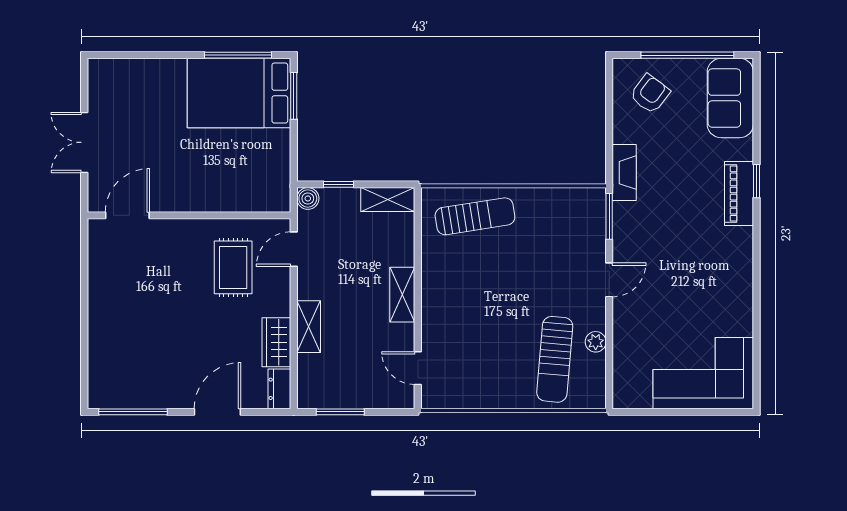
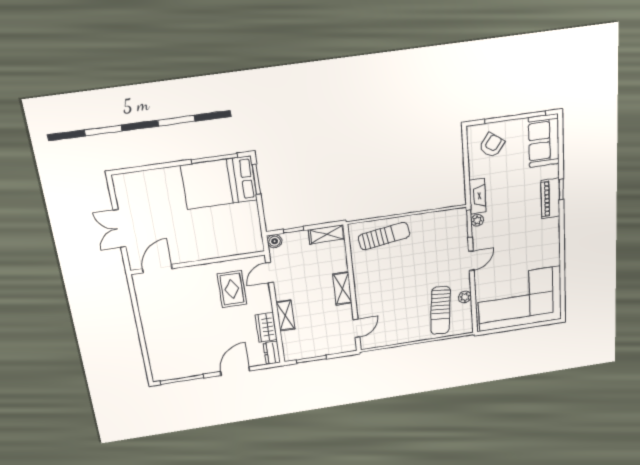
plant: (622, 213) -> (477, 220), added
door: (418, 368) -> (357, 328), swing flipped
corner sofa: (703, 373) -> (520, 299), width x1.36, depth x1.36

